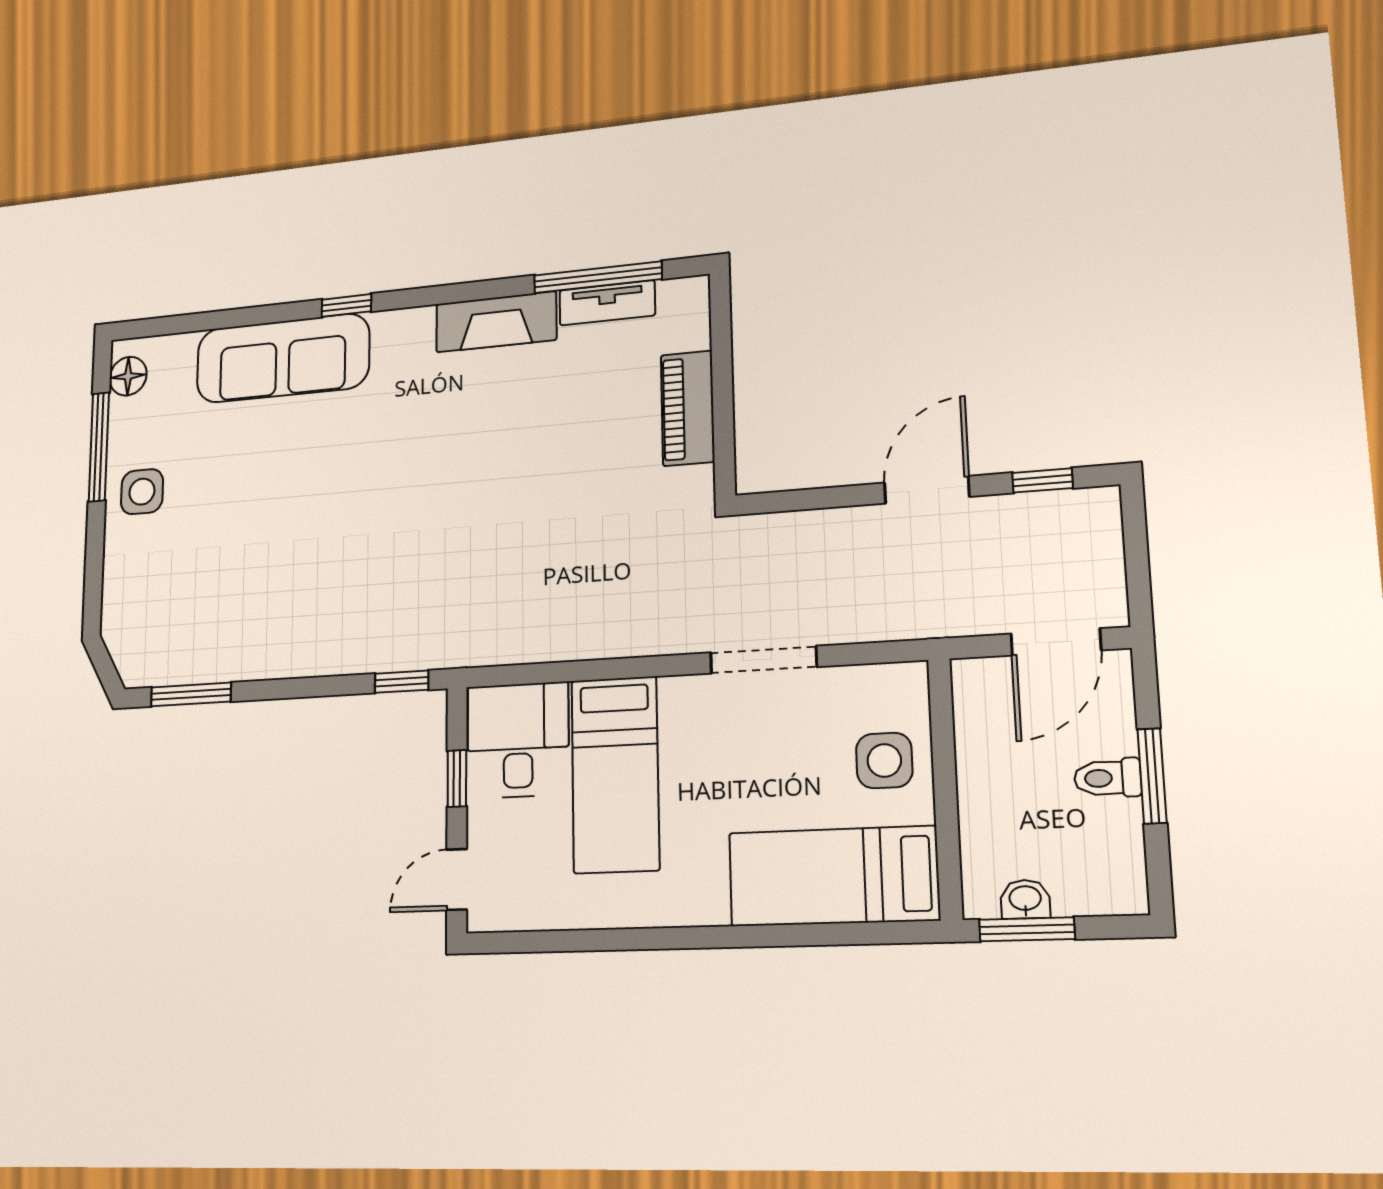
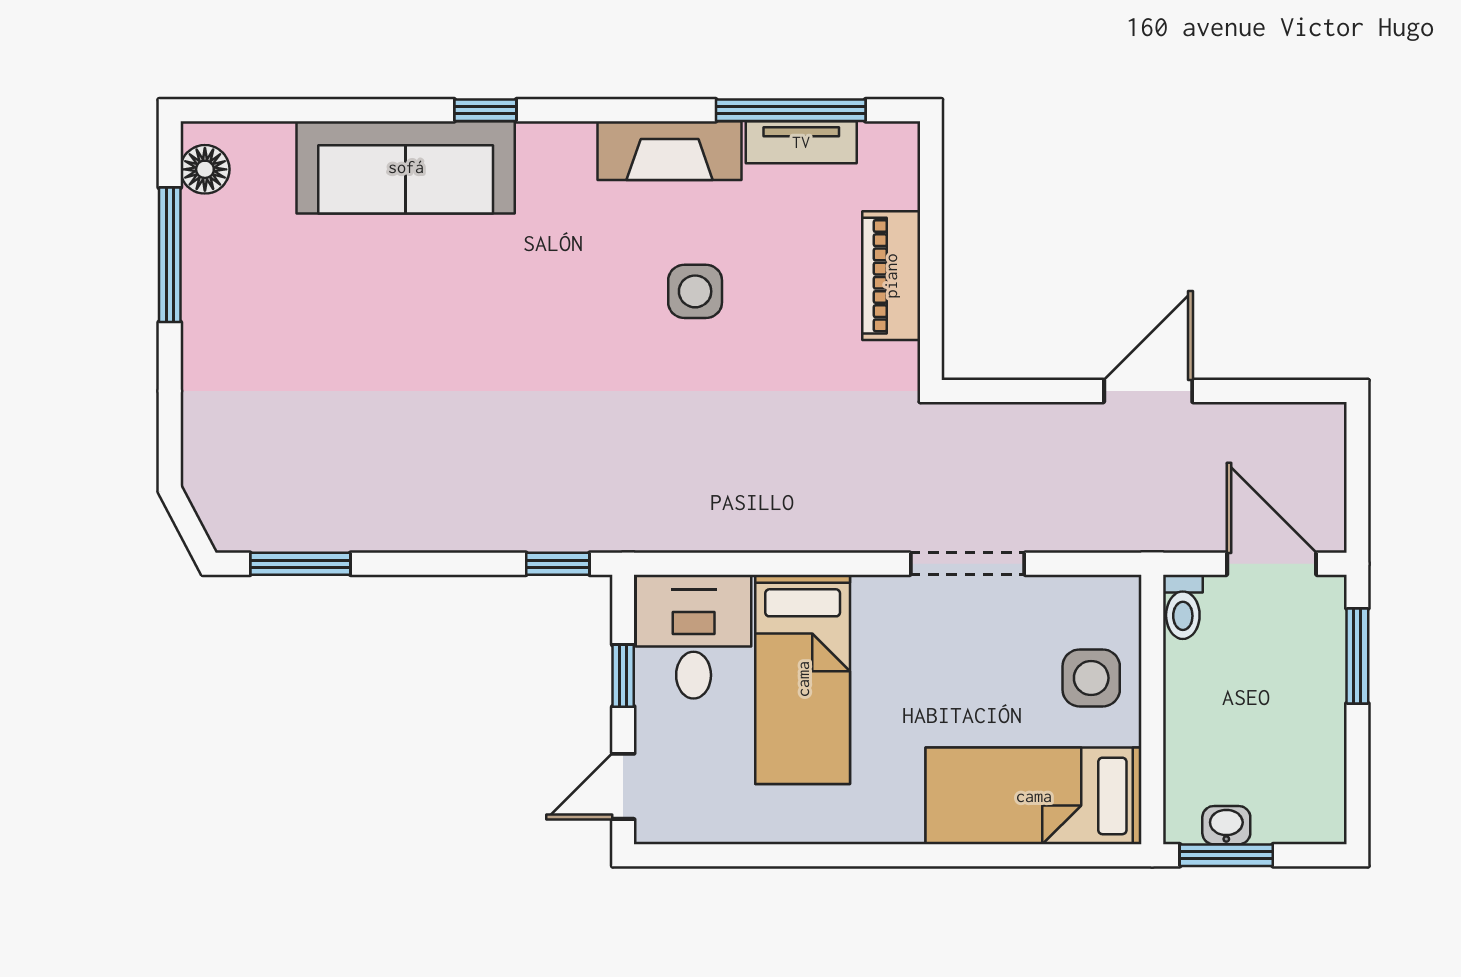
window: (1043, 480) -> (1268, 391), removed
side table: (142, 492) -> (695, 291), moved
door: (1056, 642) -> (1272, 564), swing flipped
window: (1152, 776) -> (1357, 656), moved
toilet: (1108, 778) -> (1183, 607), moved, turned -90

